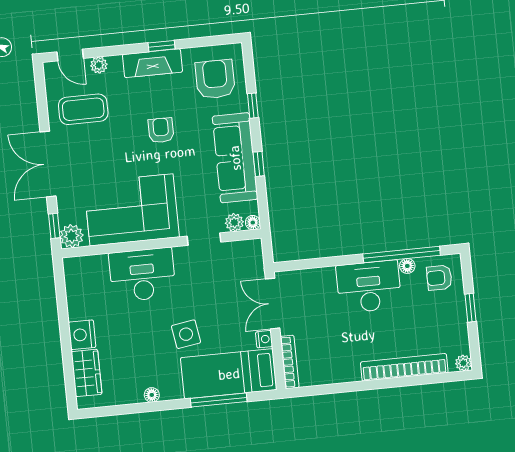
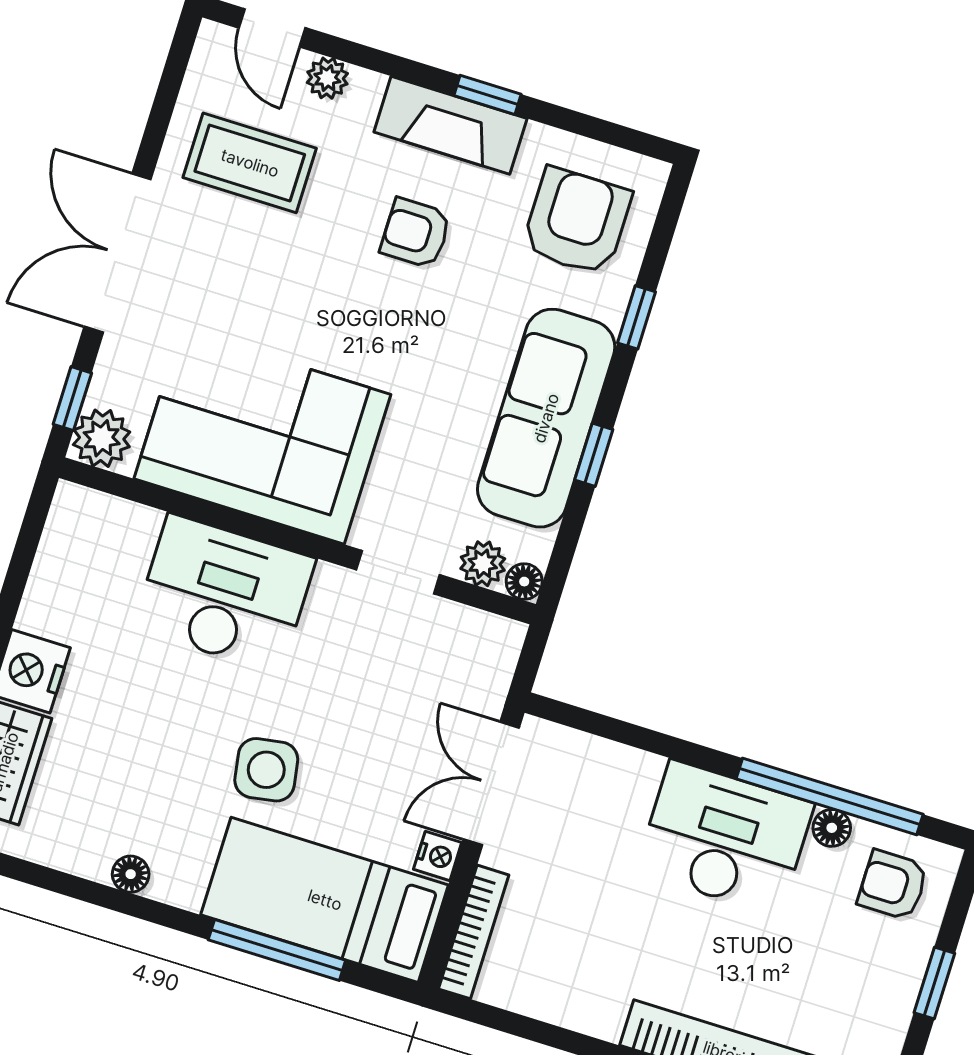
armchair: (161, 130) -> (416, 233), moved, turned -90

